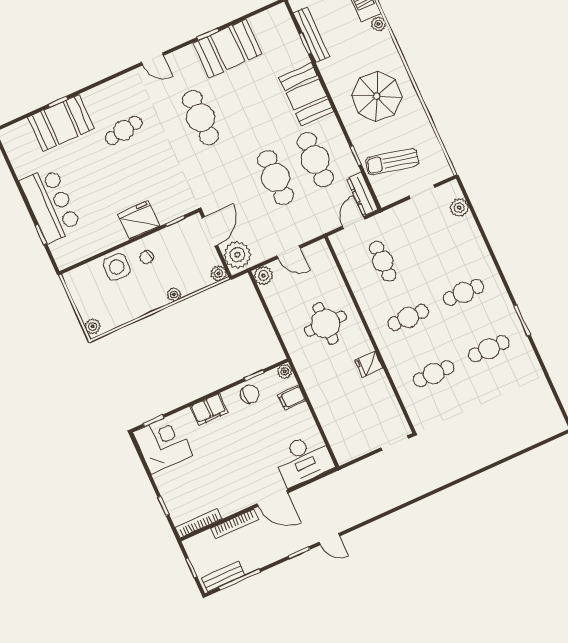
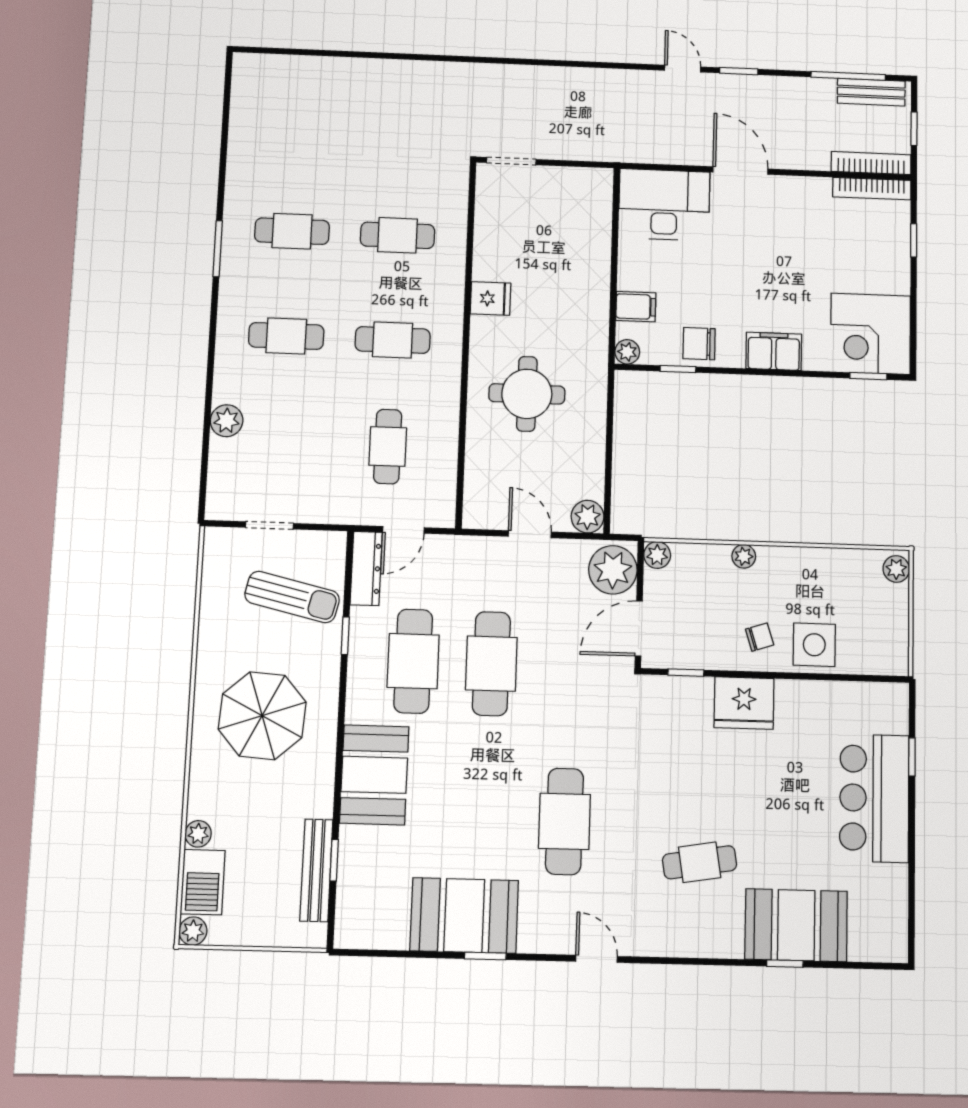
plant: (459, 208) -> (227, 421), moved
bookcase: (235, 524) -> (871, 163), moved

